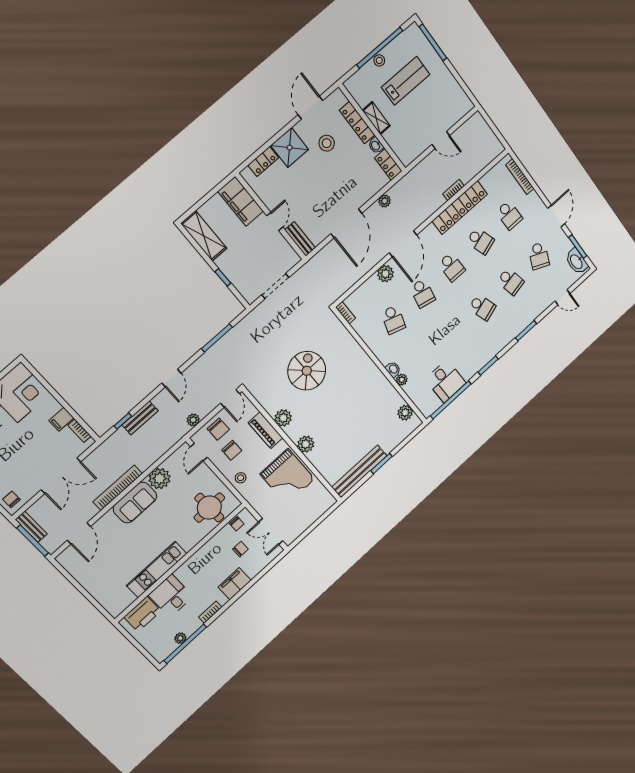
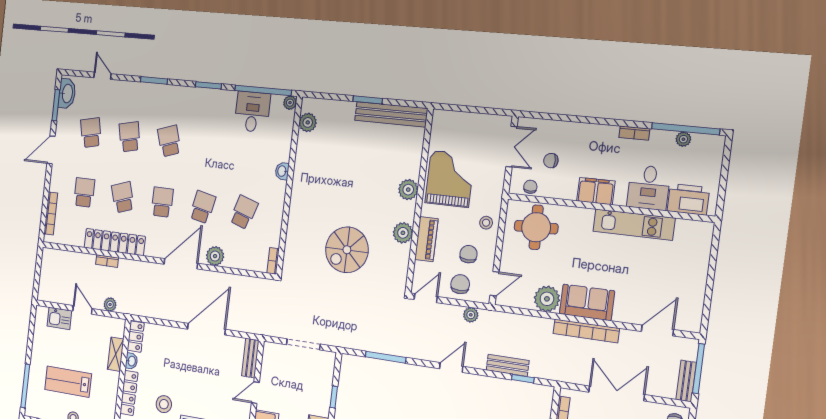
kitchen sink: (451, 116) -> (59, 318), added
shelving: (376, 118) -> (116, 354), moved
plant: (385, 201) -> (110, 305), moved
school desk: (539, 256) -> (91, 133), turned -36
plant: (402, 380) -> (290, 103), moved
filing cabinet: (235, 584) -> (596, 191), moved, turned 180

